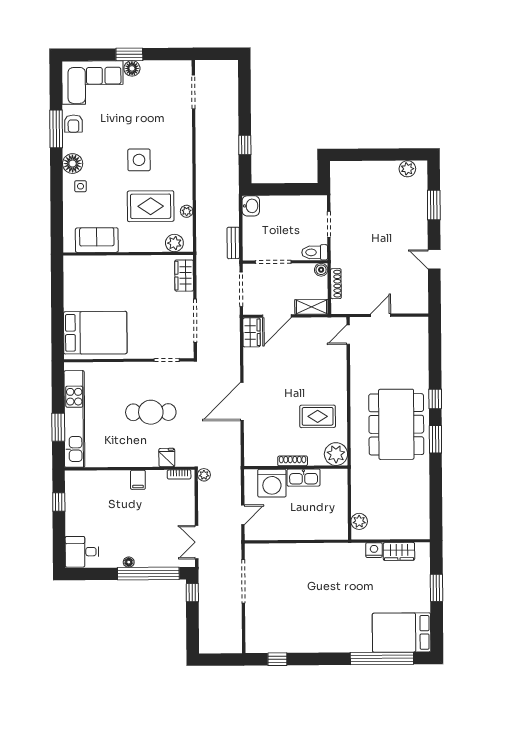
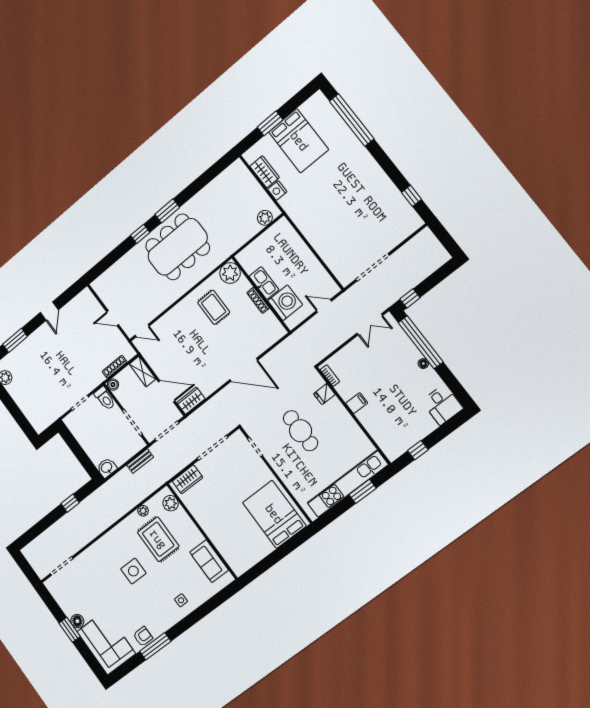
floor lamp: (73, 164) -> (170, 617), removed
plant: (204, 475) -> (316, 357), removed
bed: (402, 633) -> (299, 141), moved

